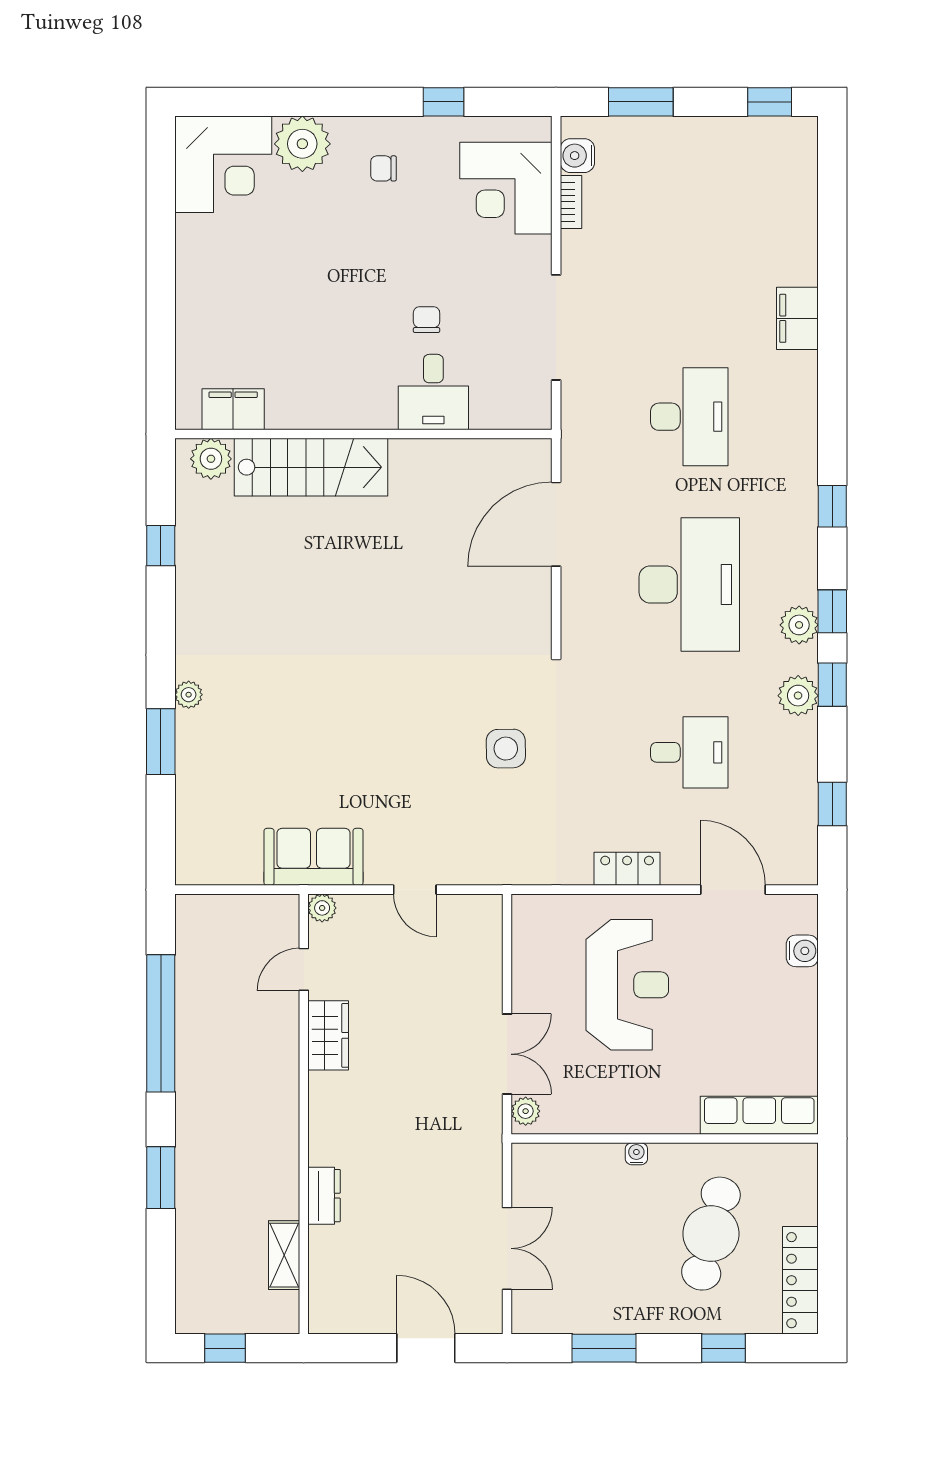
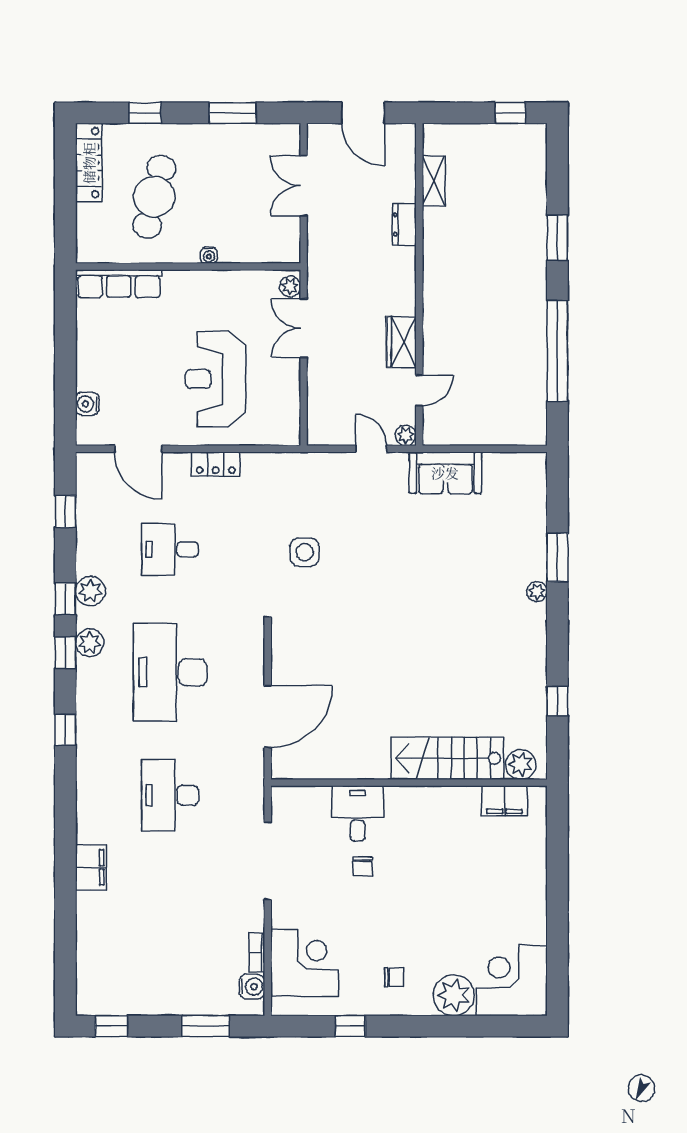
plant: (322, 908) -> (406, 435), moved
door: (304, 969) -> (419, 390), moved
wardrobe: (328, 1035) -> (401, 342), moved
wall: (304, 1114) -> (419, 284), moved
dresser: (324, 1196) -> (404, 225), moved
shelving: (284, 1255) -> (434, 181), moved

